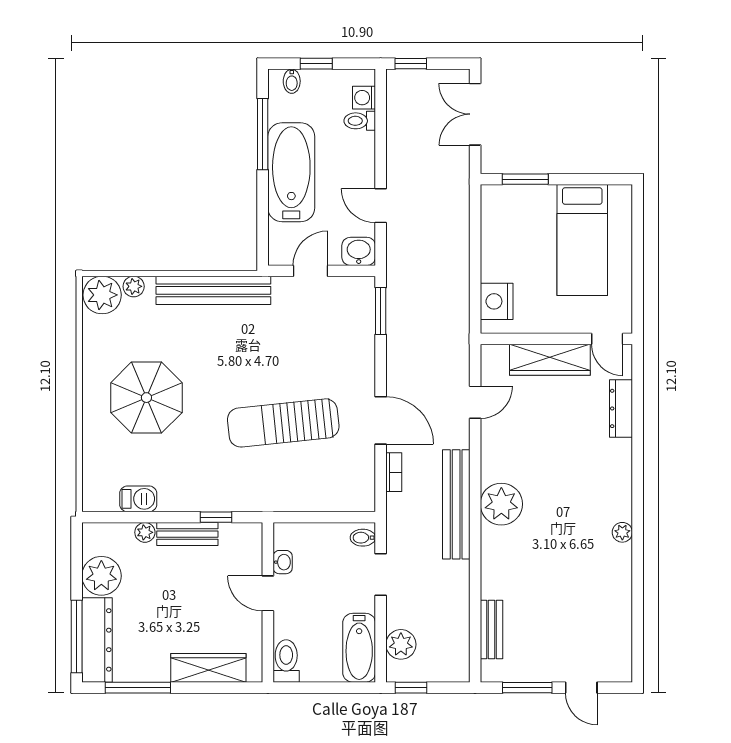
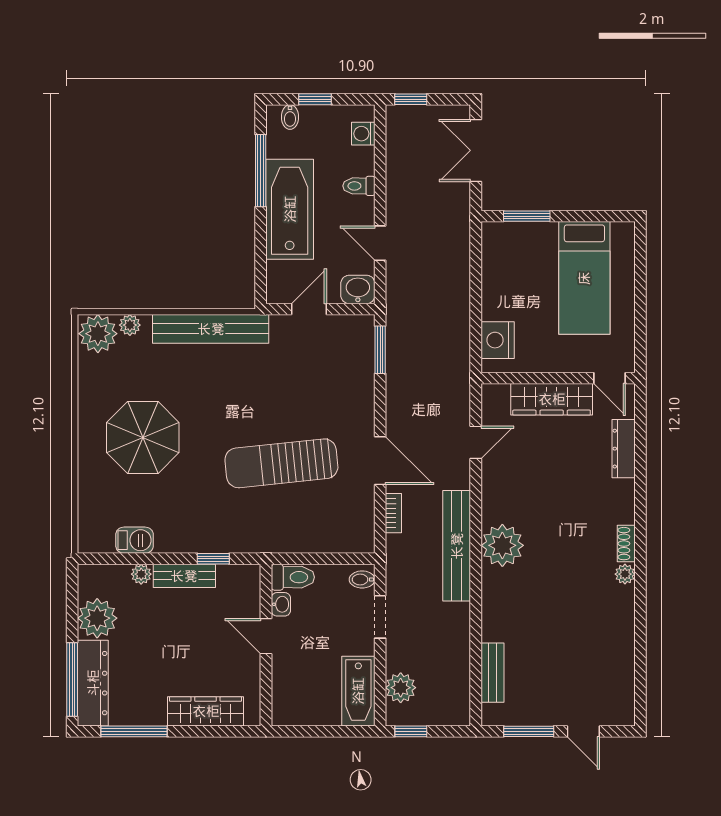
toilet: (360, 121) -> (359, 186), moved
shoe rack: (624, 502) -> (626, 544), added
toilet: (286, 661) -> (293, 577), moved, turned 90

